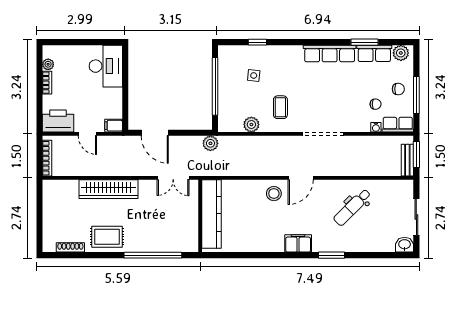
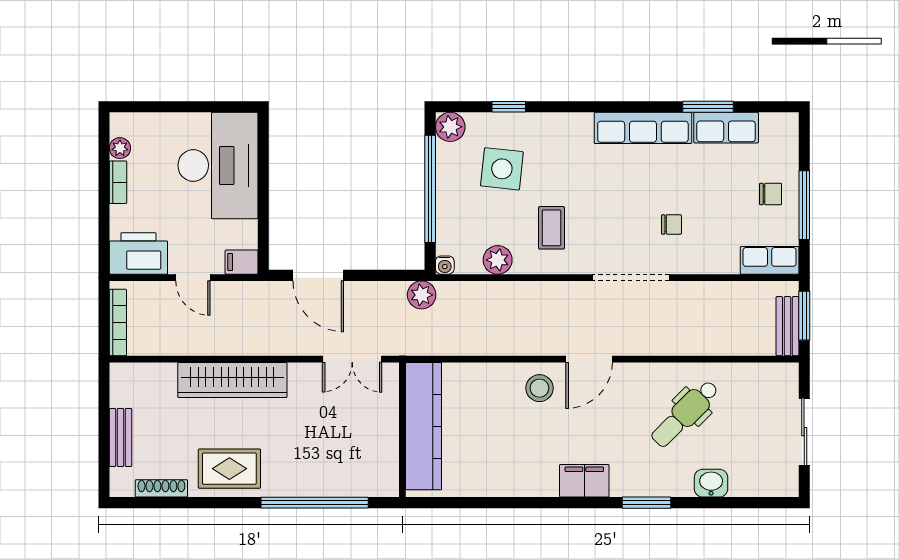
plant: (401, 53) -> (450, 127), moved
desk: (106, 66) -> (218, 165), width x1.36, depth x1.30
side table: (254, 75) -> (502, 169), width x1.87, depth x1.87
chair: (376, 104) -> (671, 224), moved
water cooler: (376, 127) -> (445, 265), moved
bench: (48, 220) -> (121, 437), added
washbasin: (405, 245) -> (711, 483), moved

